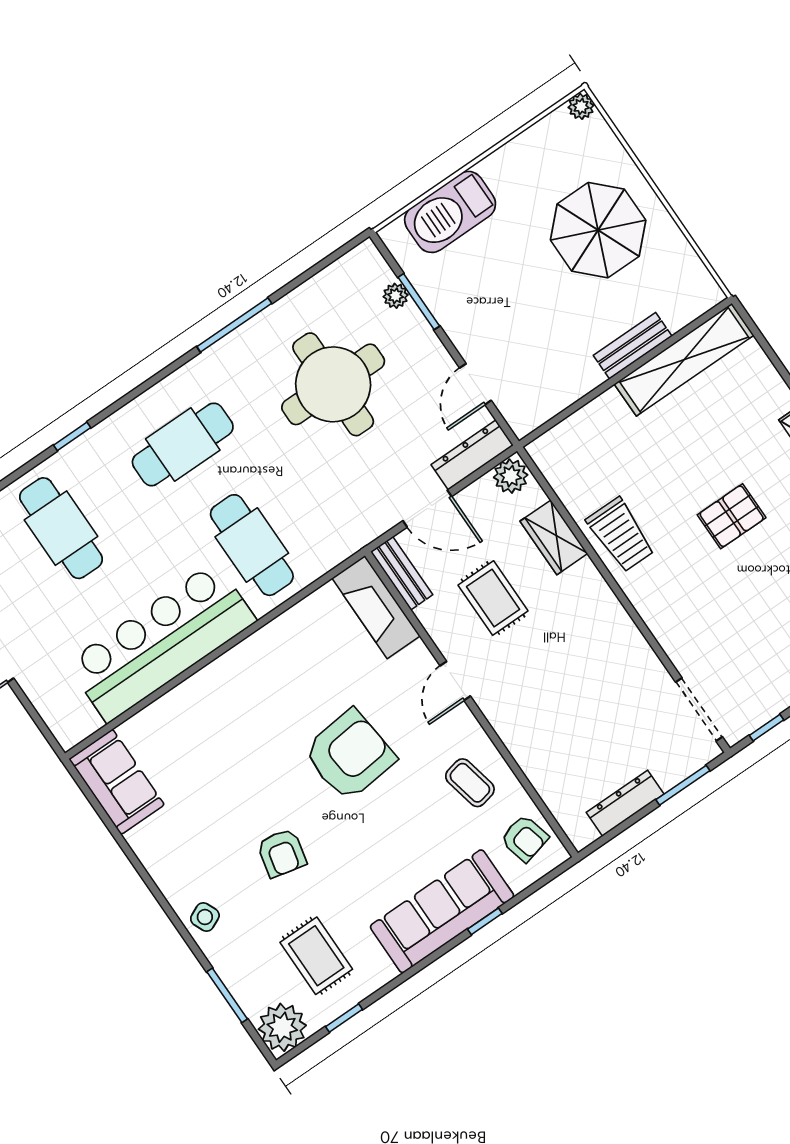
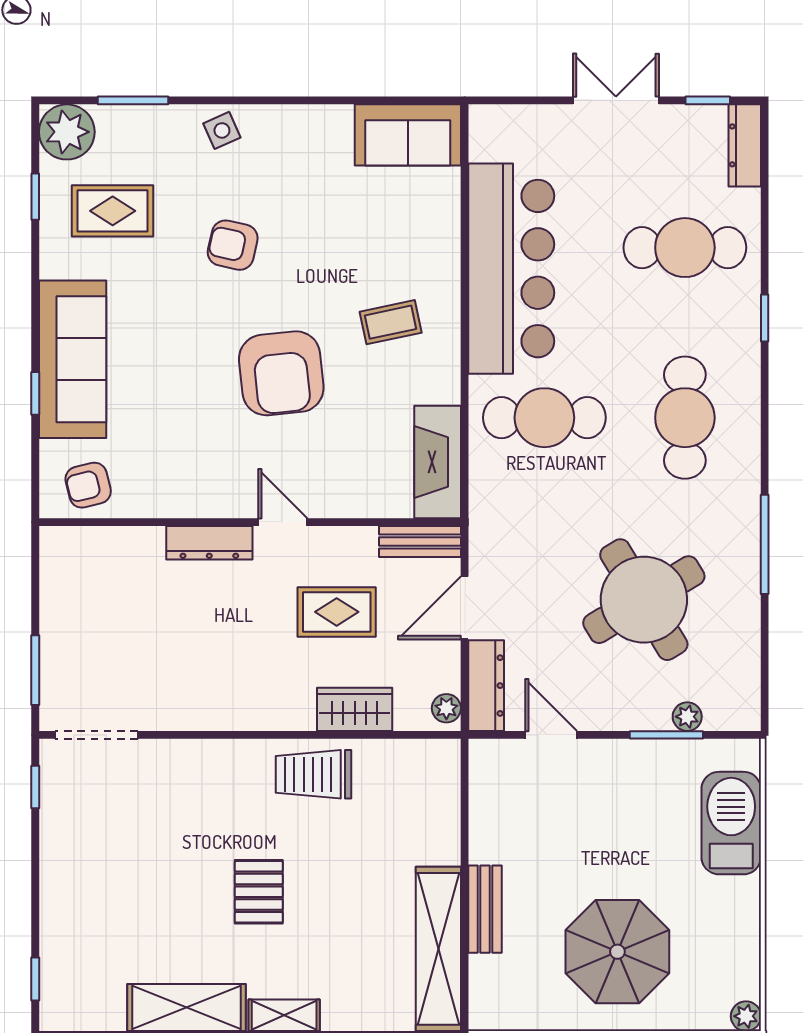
round table: (333, 384) -> (644, 600), turned -31
plant: (511, 476) -> (446, 708), width x0.73, depth x0.73
fireplace: (376, 607) -> (438, 462), moved, turned -90
coffee table: (470, 783) -> (391, 322), moved
dresser: (625, 803) -> (209, 543), moved, turned 90

